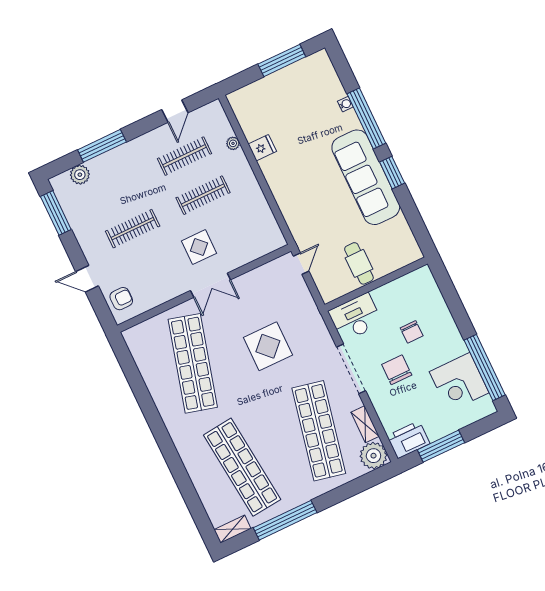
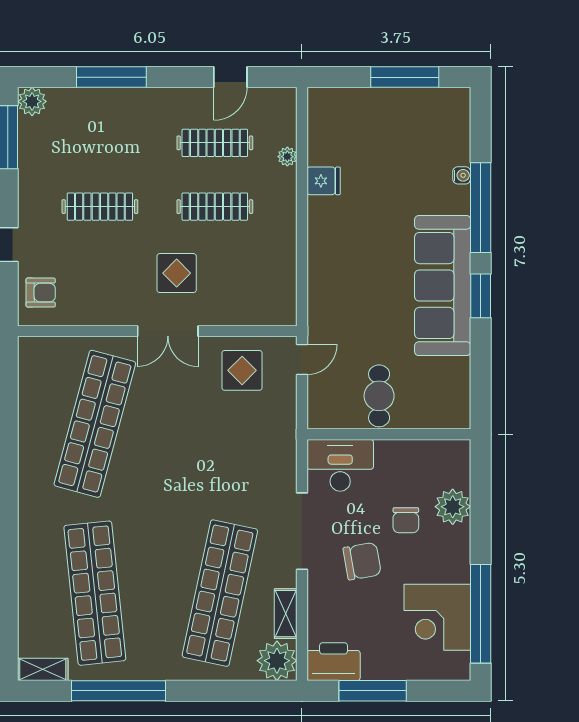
plant: (80, 175) -> (32, 101), moved
plant: (436, 310) -> (453, 507), added
display table: (268, 346) -> (242, 370), moved, width x0.73, depth x0.73
chair: (397, 370) -> (362, 561), turned 80

